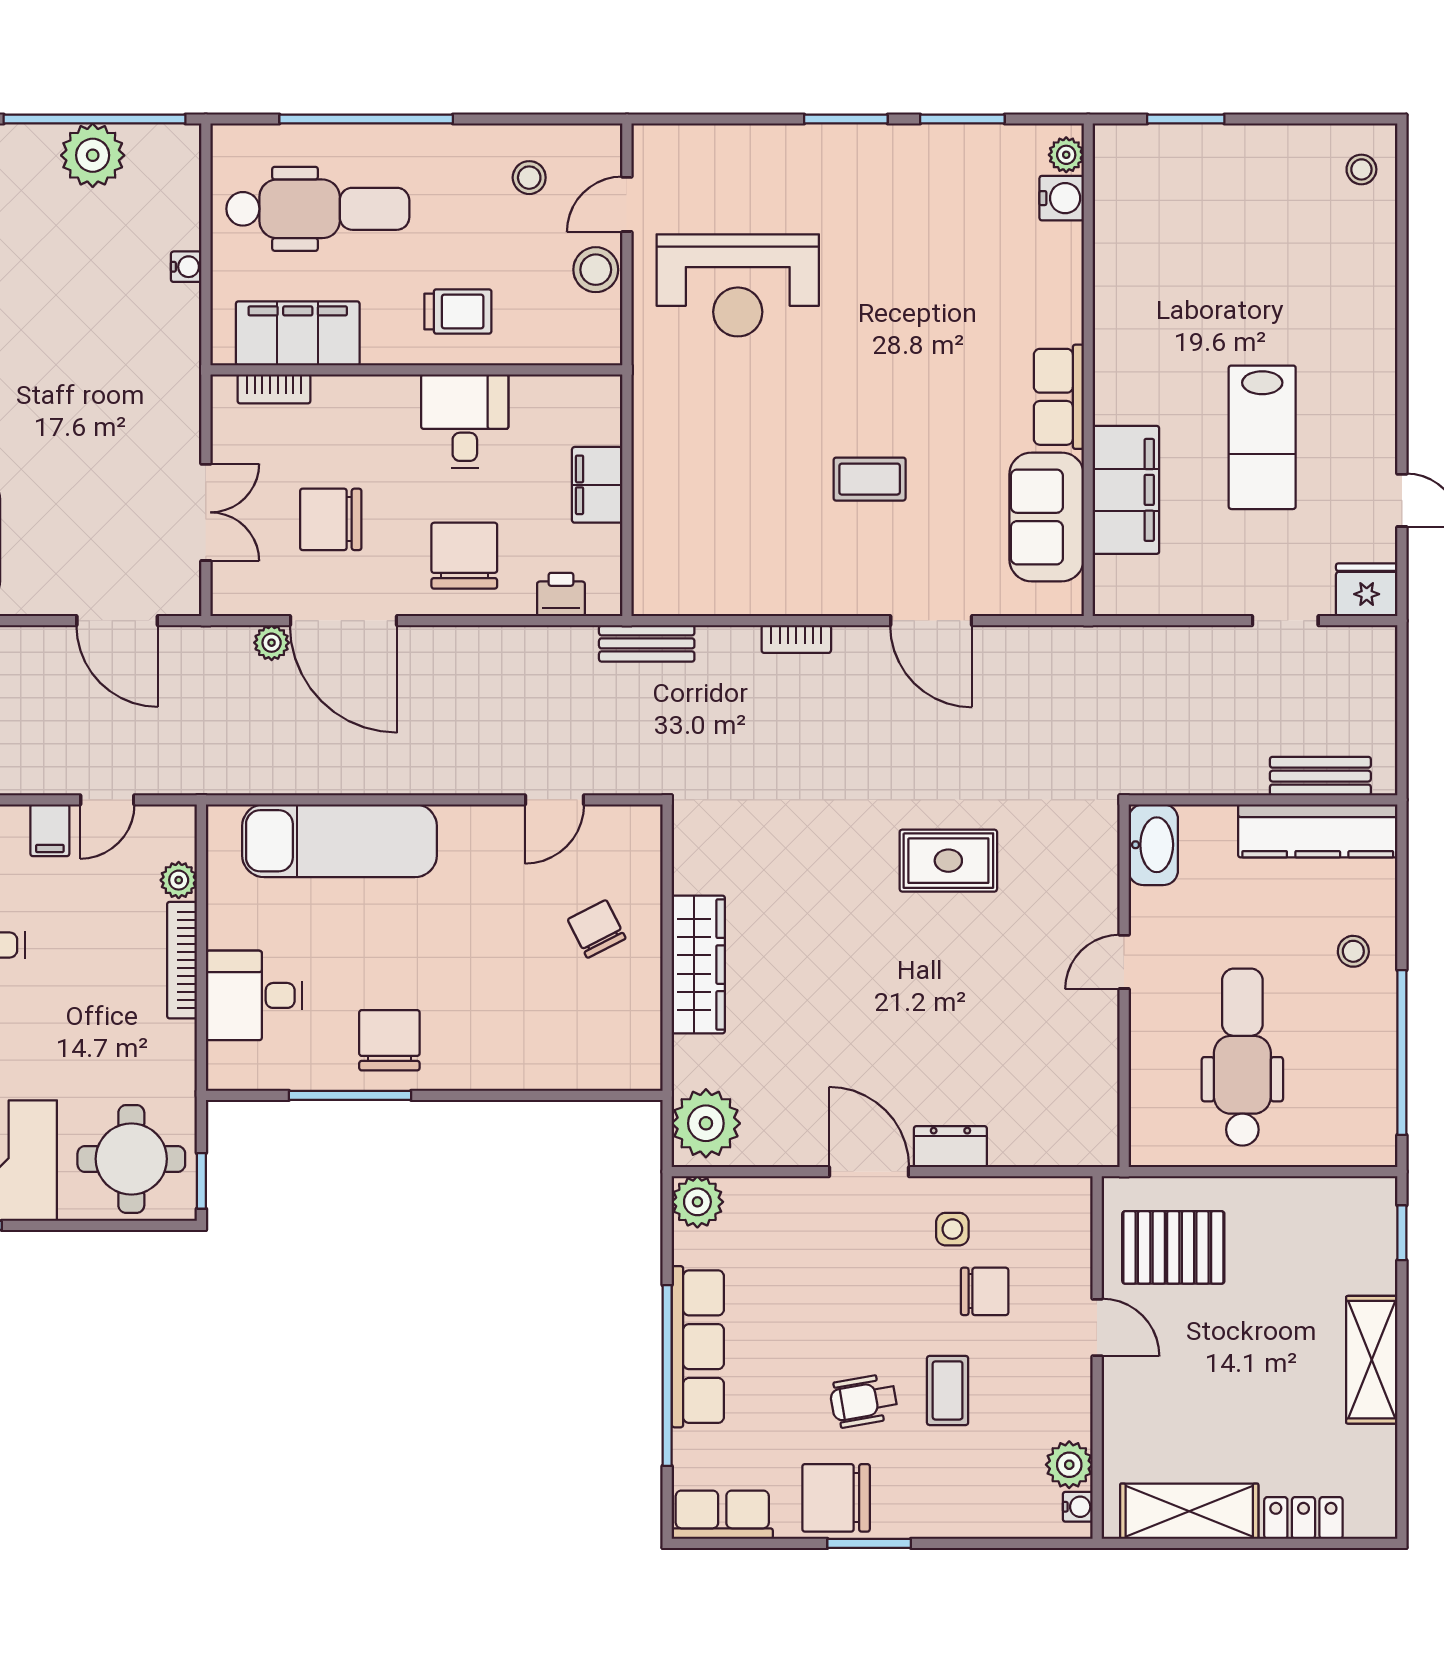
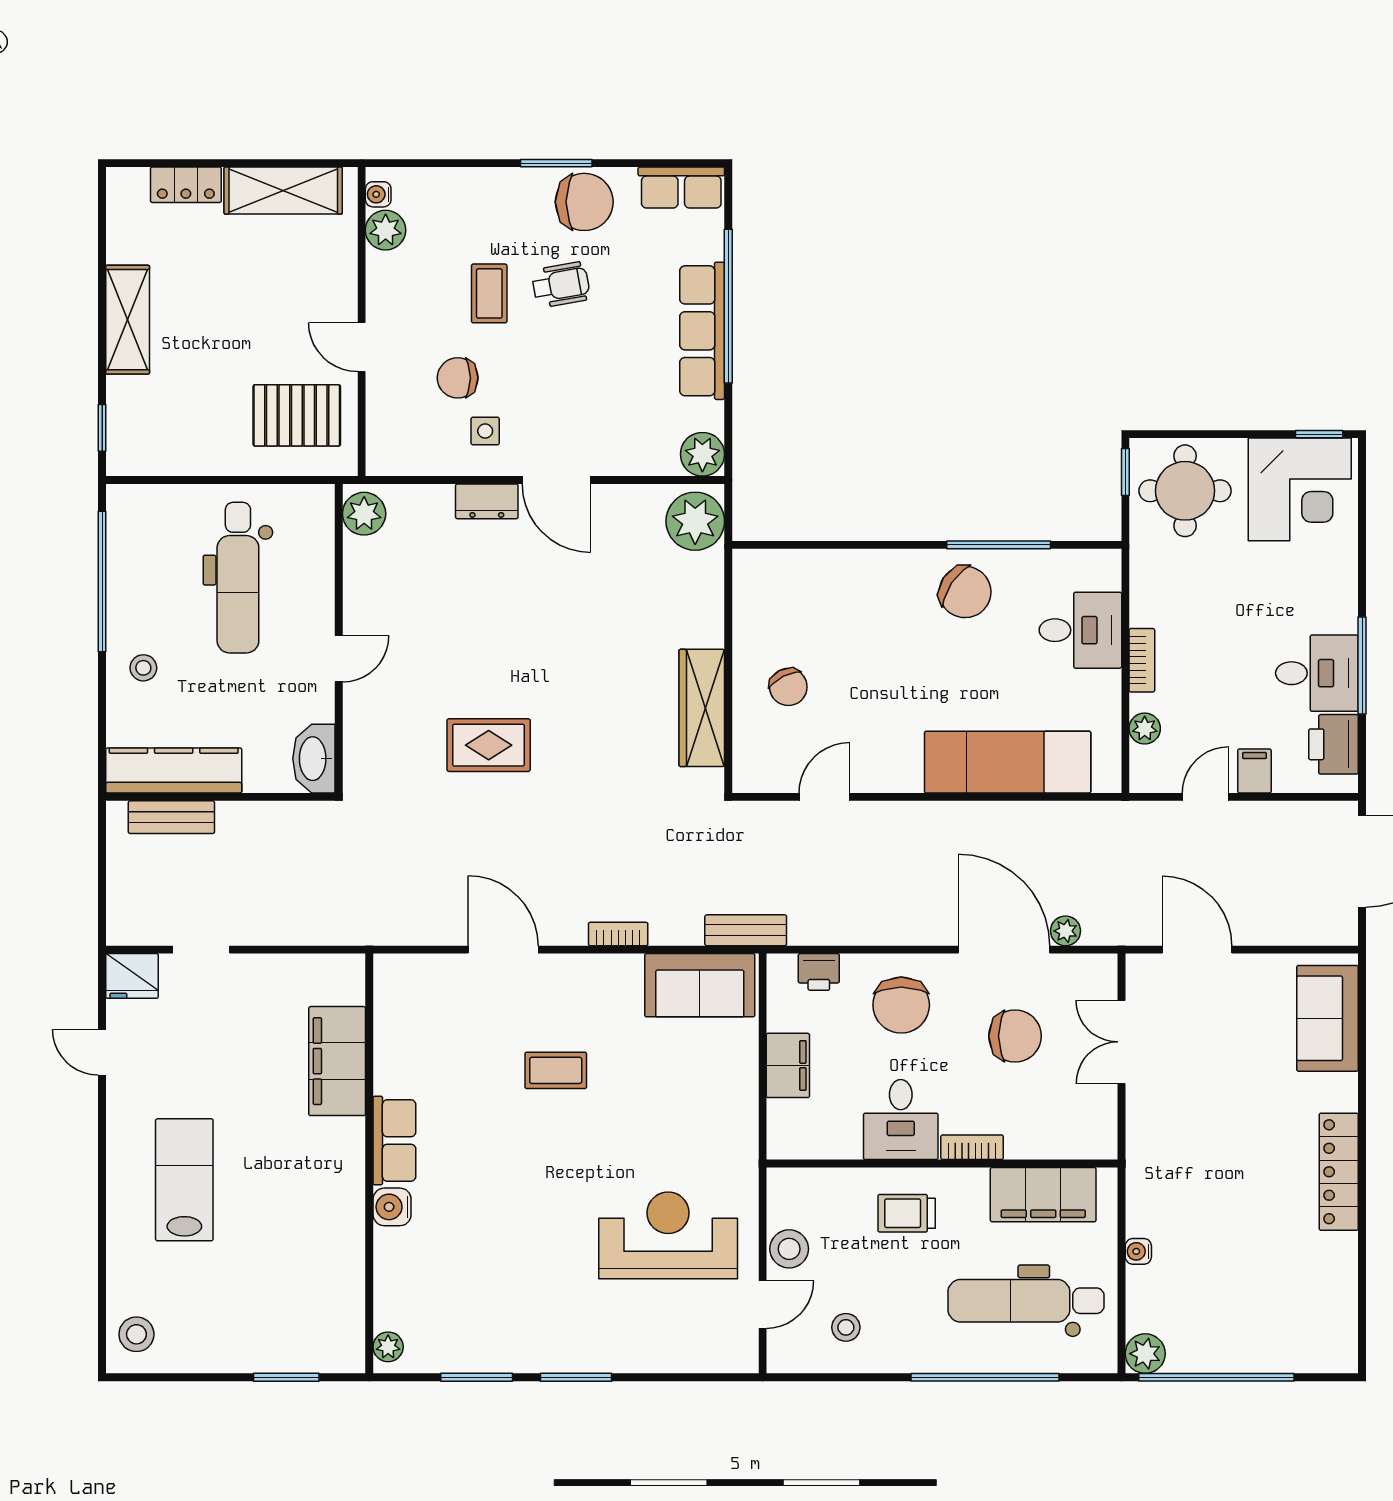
plant: (93, 155) -> (1145, 1354), moved, width x0.73, depth x0.73
stool: (1361, 169) -> (136, 1334), width x1.37, depth x1.37
water cooler: (1062, 198) -> (392, 1207), moved
bookcase: (274, 389) -> (972, 1147), moved
lab bench: (1262, 437) -> (184, 1180), moved
sofa: (1047, 517) -> (700, 985), moved, turned 90
bookcase: (182, 960) -> (1142, 660), width x0.64
wardrobe: (698, 965) -> (702, 708), moved
chair: (389, 1040) -> (965, 592), turned -56
plant: (1094, 1132) -> (364, 514), added

